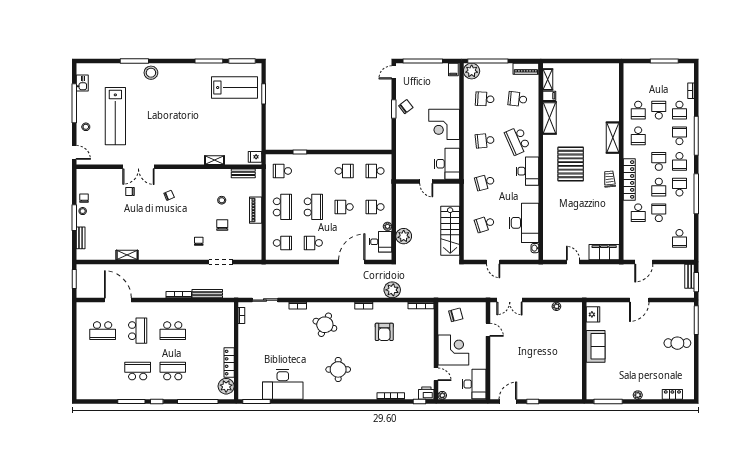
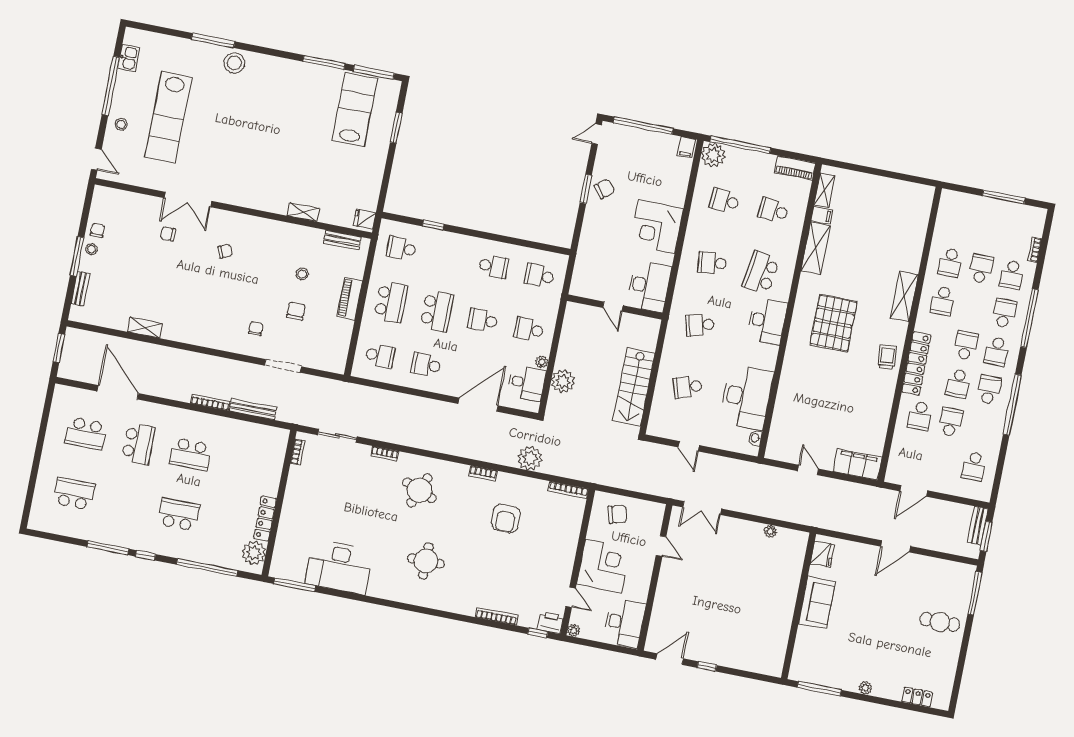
lab bench: (235, 88) -> (355, 110), turned -90
school desk: (518, 141) -> (761, 273), turned 33
school desk: (138, 371) -> (74, 494), moved

